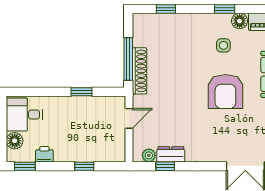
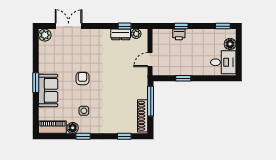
shoe rack: (139, 71) -> (143, 116), moved
armchair: (225, 92) -> (82, 78), width x0.53, depth x0.53
printer: (44, 154) -> (179, 34), moved

